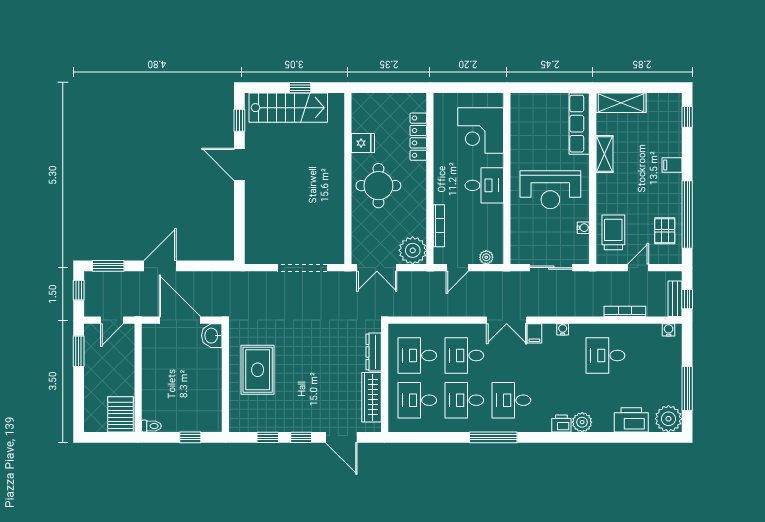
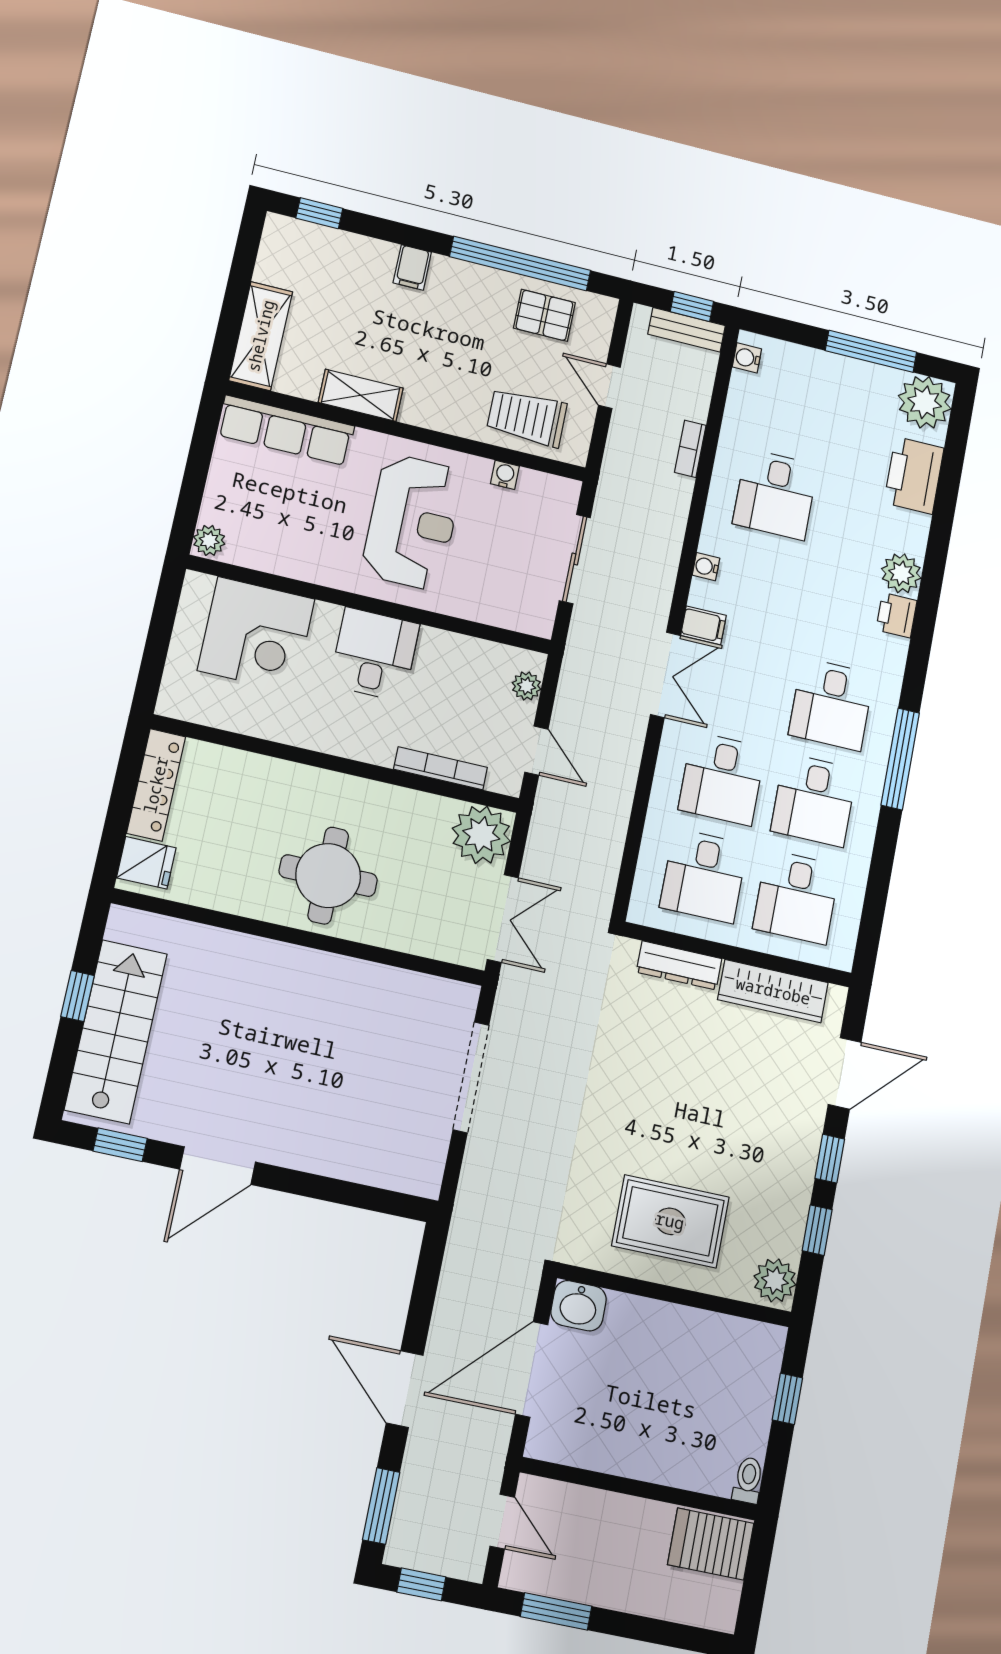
plant: (519, 100) -> (209, 540), added
locker: (418, 137) -> (156, 785), moved, turned -90
fridge: (363, 143) -> (146, 863), moved, turned 90
bookcase: (625, 311) -> (690, 449), width x0.64
plant: (241, 422) -> (775, 1280), added

